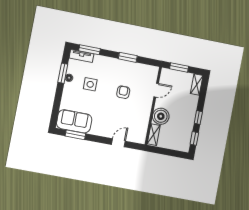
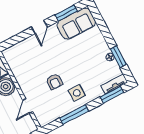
window: (128, 57) -> (74, 114), width x1.44
side table: (90, 84) -> (77, 93), moved
door: (118, 143) -> (39, 27), moved

